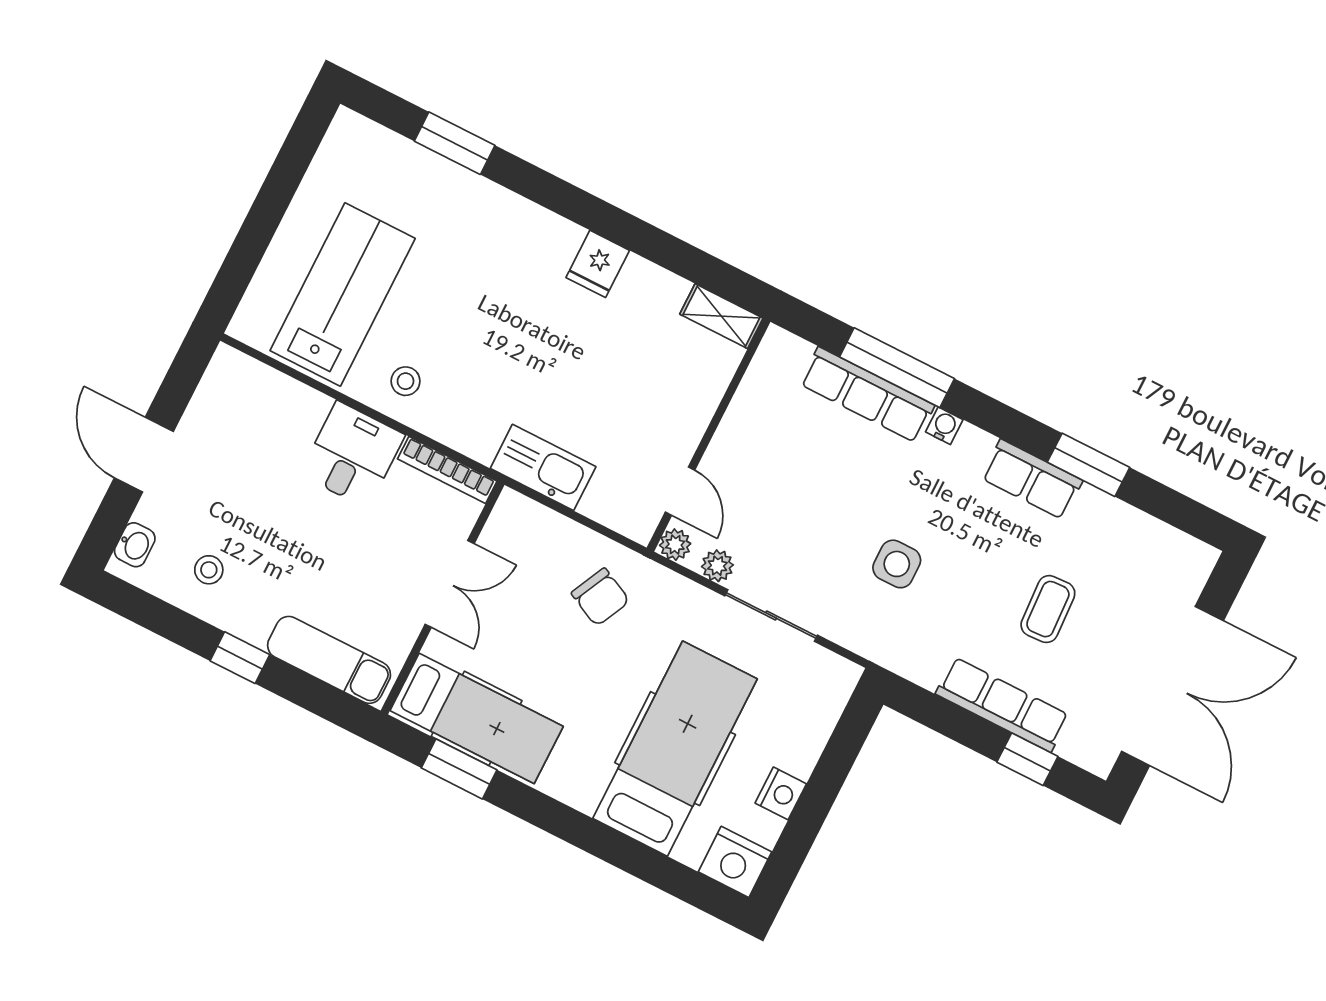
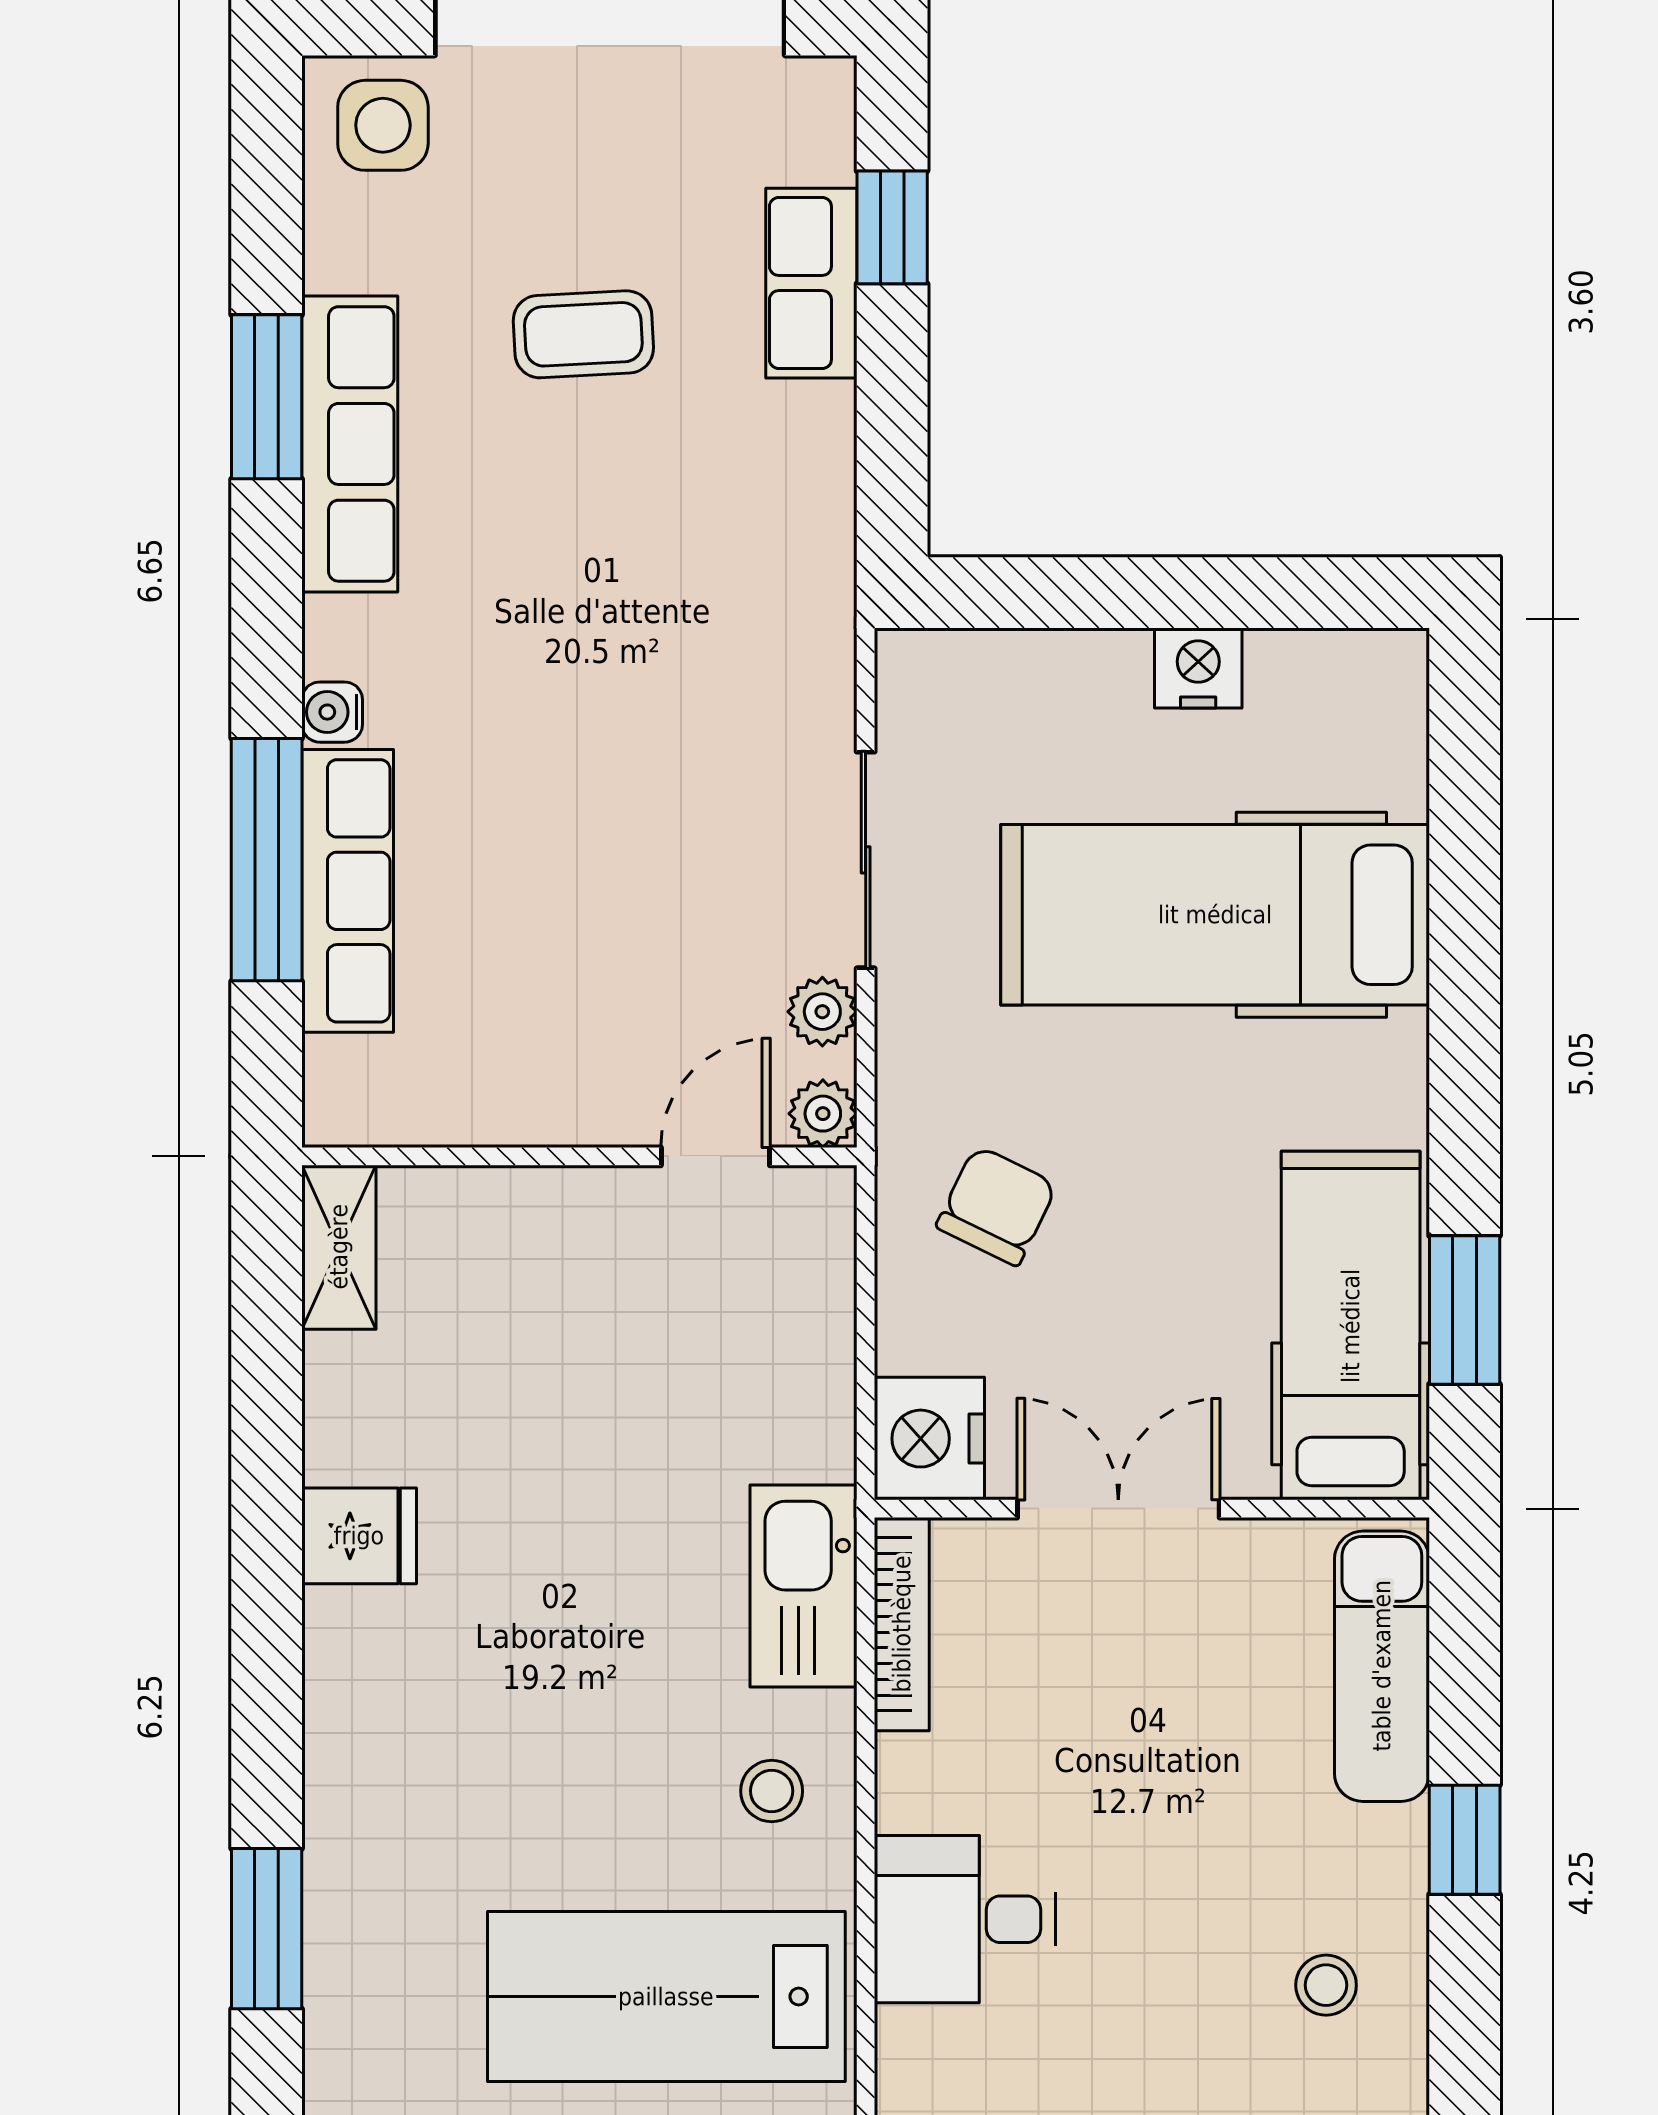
desk: (352, 455) -> (965, 1919), moved
kitchen sink: (543, 467) -> (803, 1586), moved
row of seats: (1032, 479) -> (350, 444), width x1.48
side table: (897, 564) -> (383, 125), moved
row of seats: (1002, 705) -> (811, 283), width x0.68
nightstand: (735, 862) -> (929, 1439), moved, turned 180

